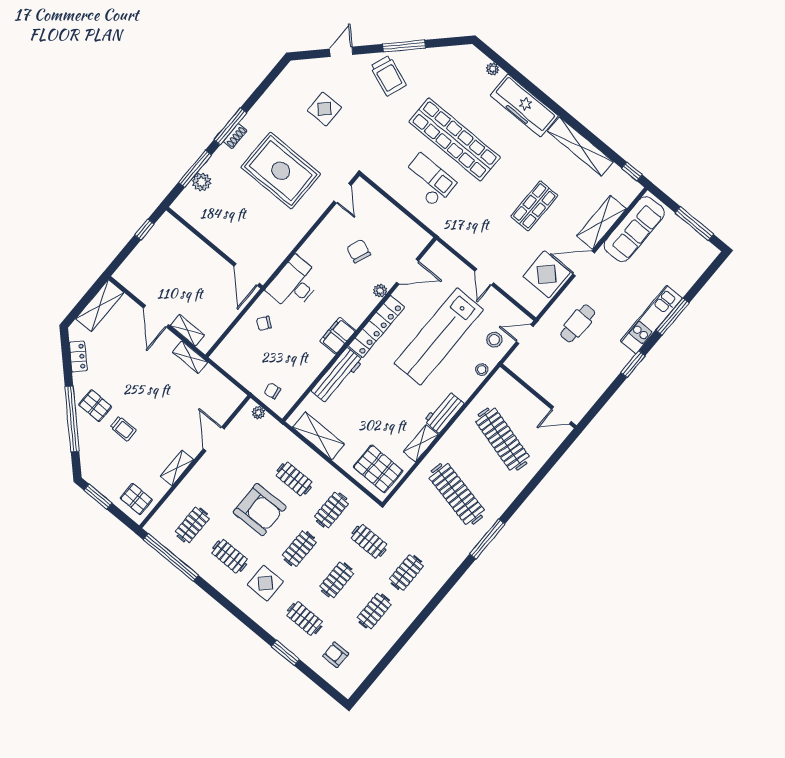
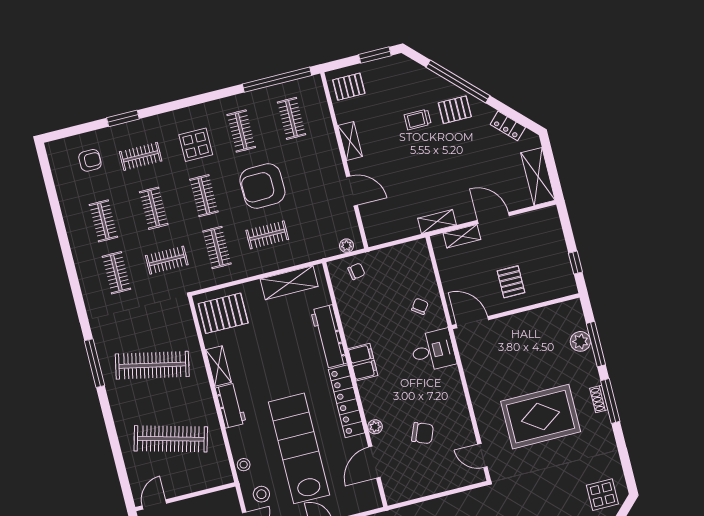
display table: (324, 109) -> (602, 495), moved
pallet: (195, 268) -> (511, 282), added
desk: (294, 284) -> (433, 351), width x0.73
clothes rail: (230, 556) -> (241, 131), turned 90

